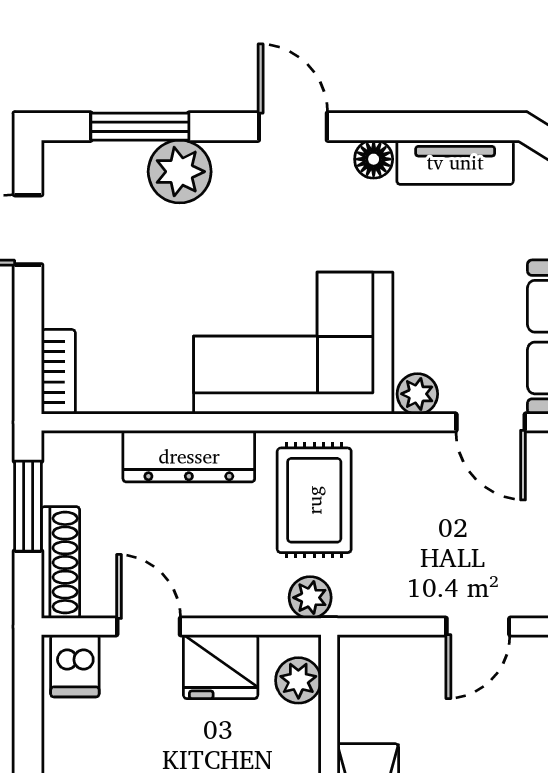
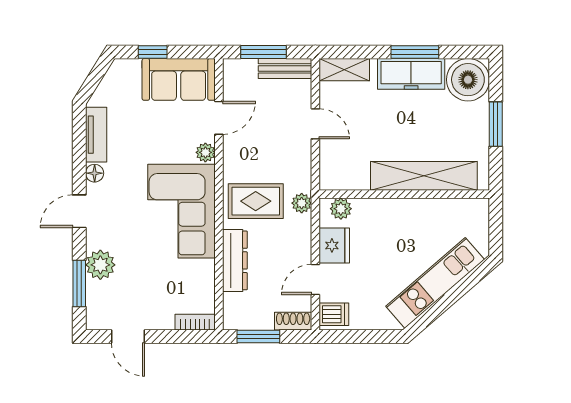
shoe rack: (61, 563) -> (293, 321), width x0.70

